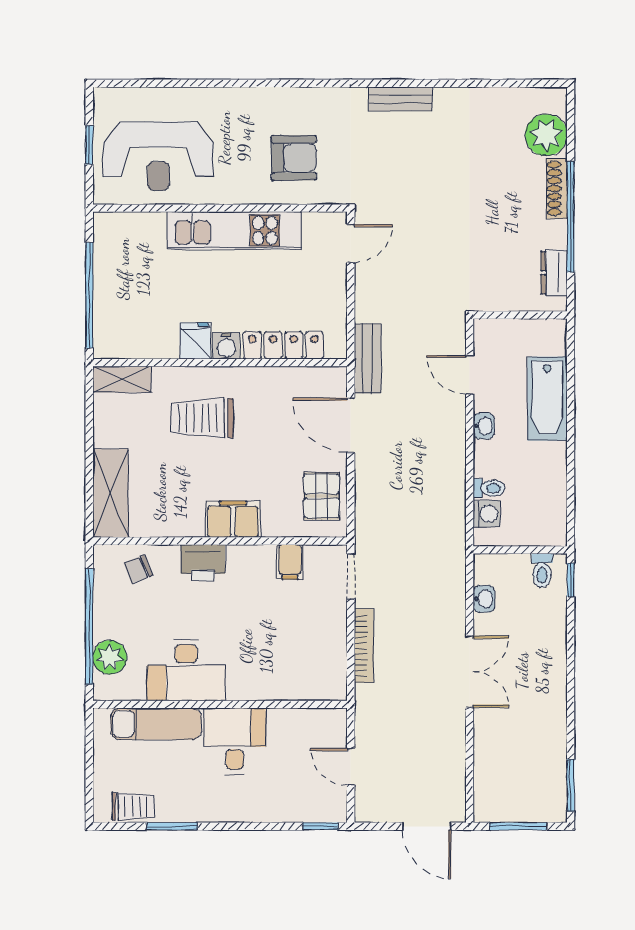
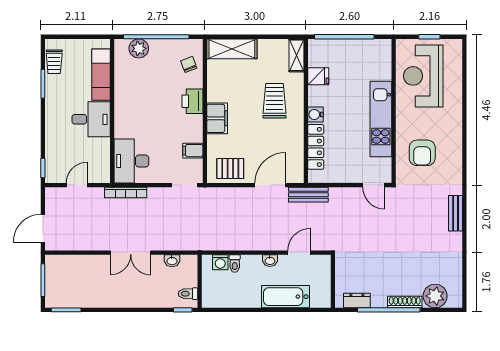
fridge: (195, 341) -> (318, 76), moved
bookcase: (364, 646) -> (126, 193), moved
desk: (186, 670) -> (131, 161), moved

